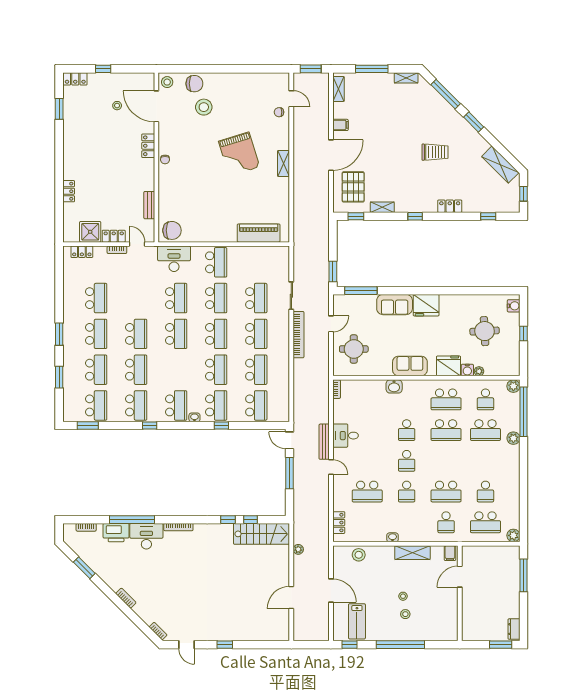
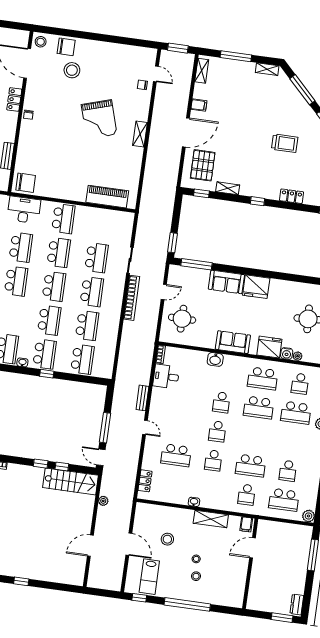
desk: (346, 436) -> (166, 377), moved
door: (289, 440) -> (101, 457), moved
bench: (324, 442) -> (142, 398), width x0.73
stool: (359, 555) -> (167, 539), moved

